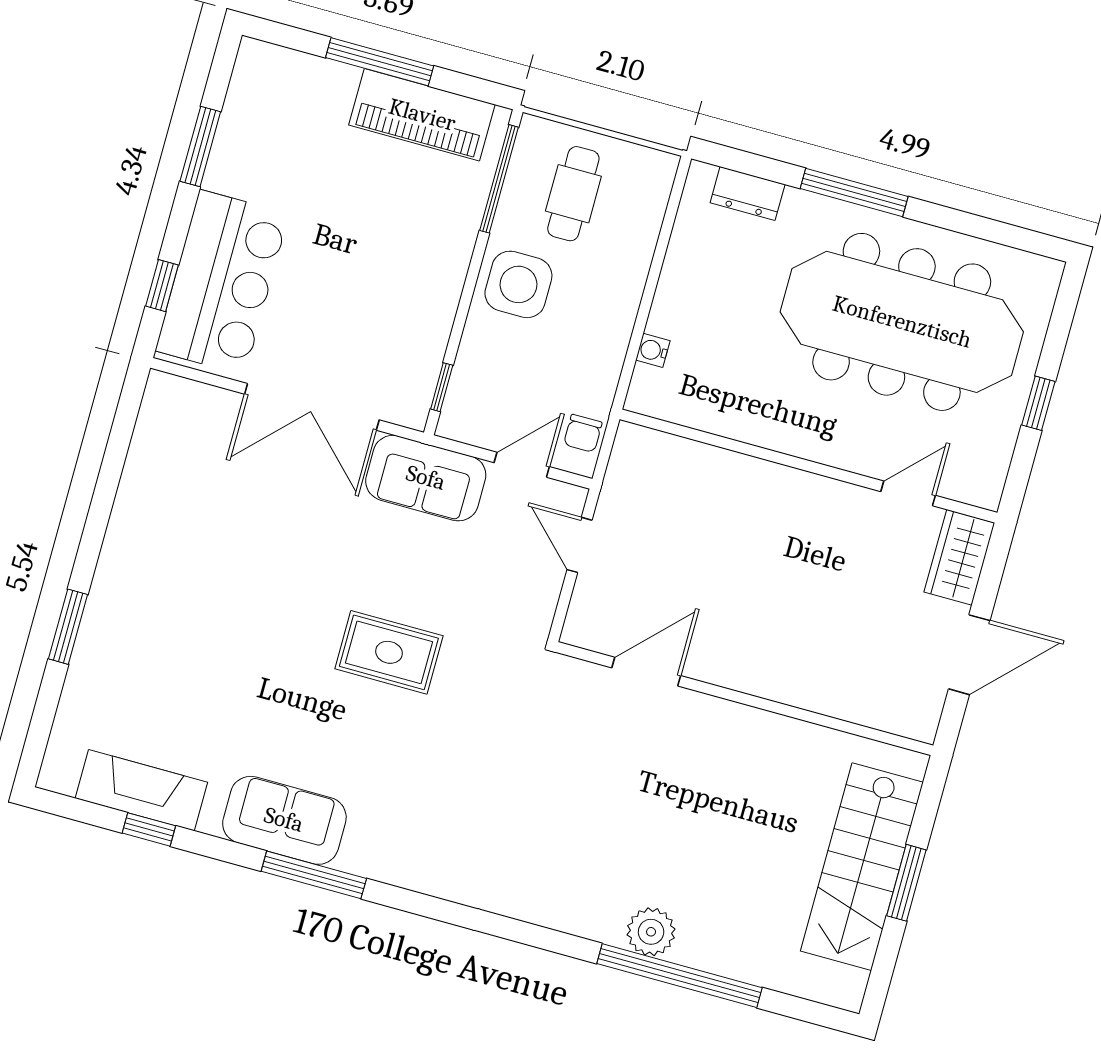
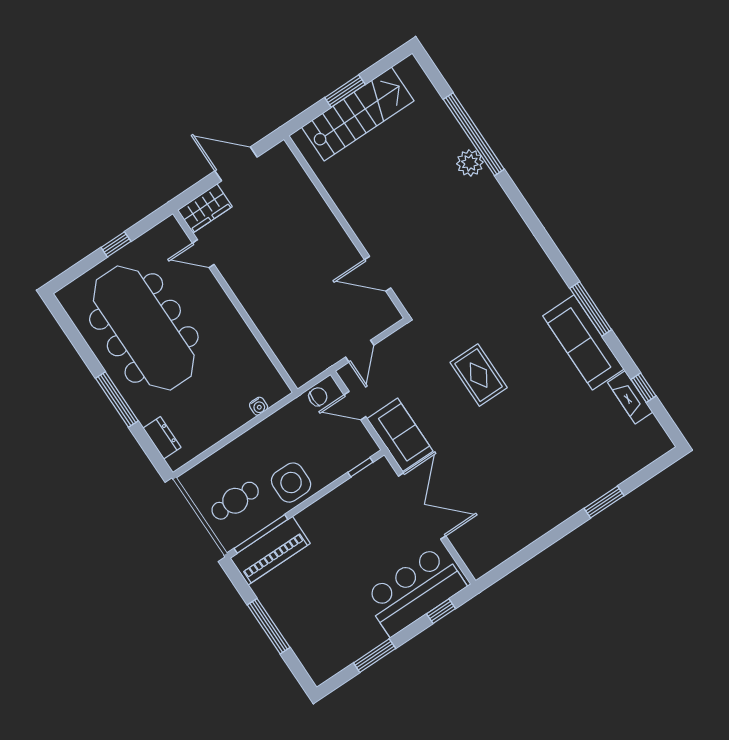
piano: (422, 115) -> (270, 551), moved, turned 90
fireplace: (141, 790) -> (630, 397), width x0.73, depth x0.76
sofa: (284, 820) -> (583, 342), width x1.36

